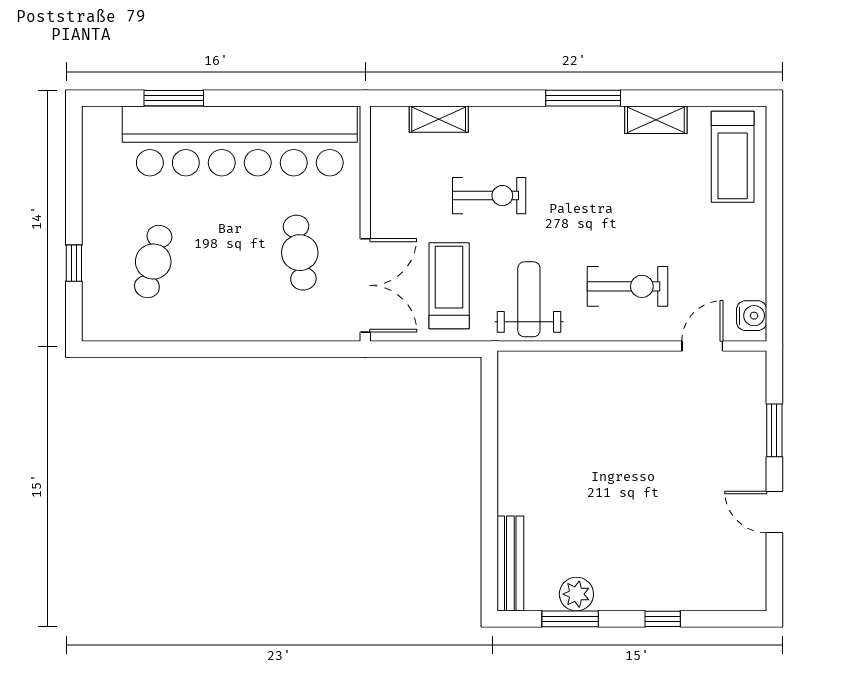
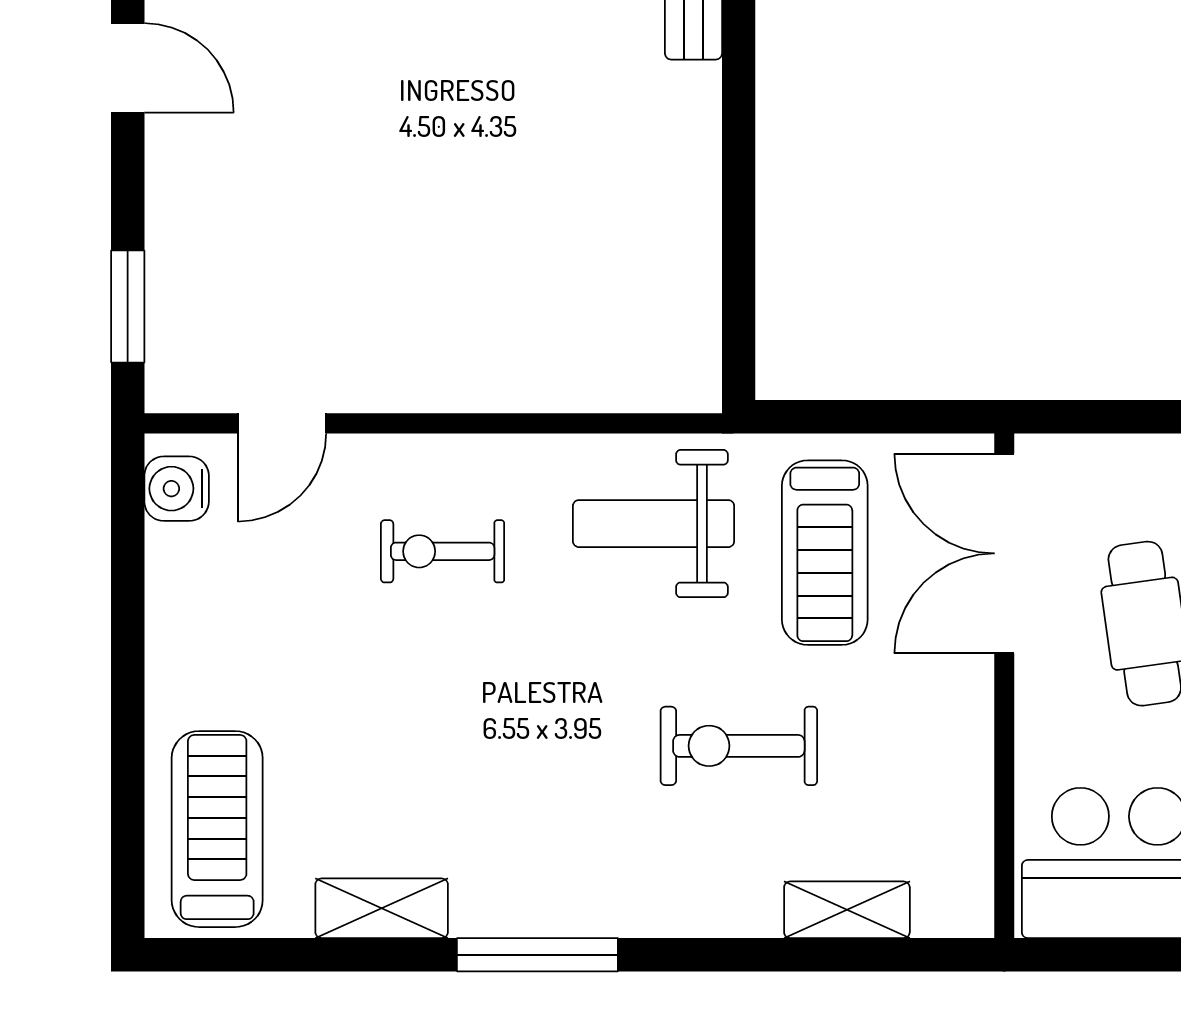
exercise bike: (627, 286) -> (443, 551), width x0.73, depth x0.72
weight bench: (529, 299) -> (654, 524), turned 90
window: (774, 430) -> (128, 307), moved

